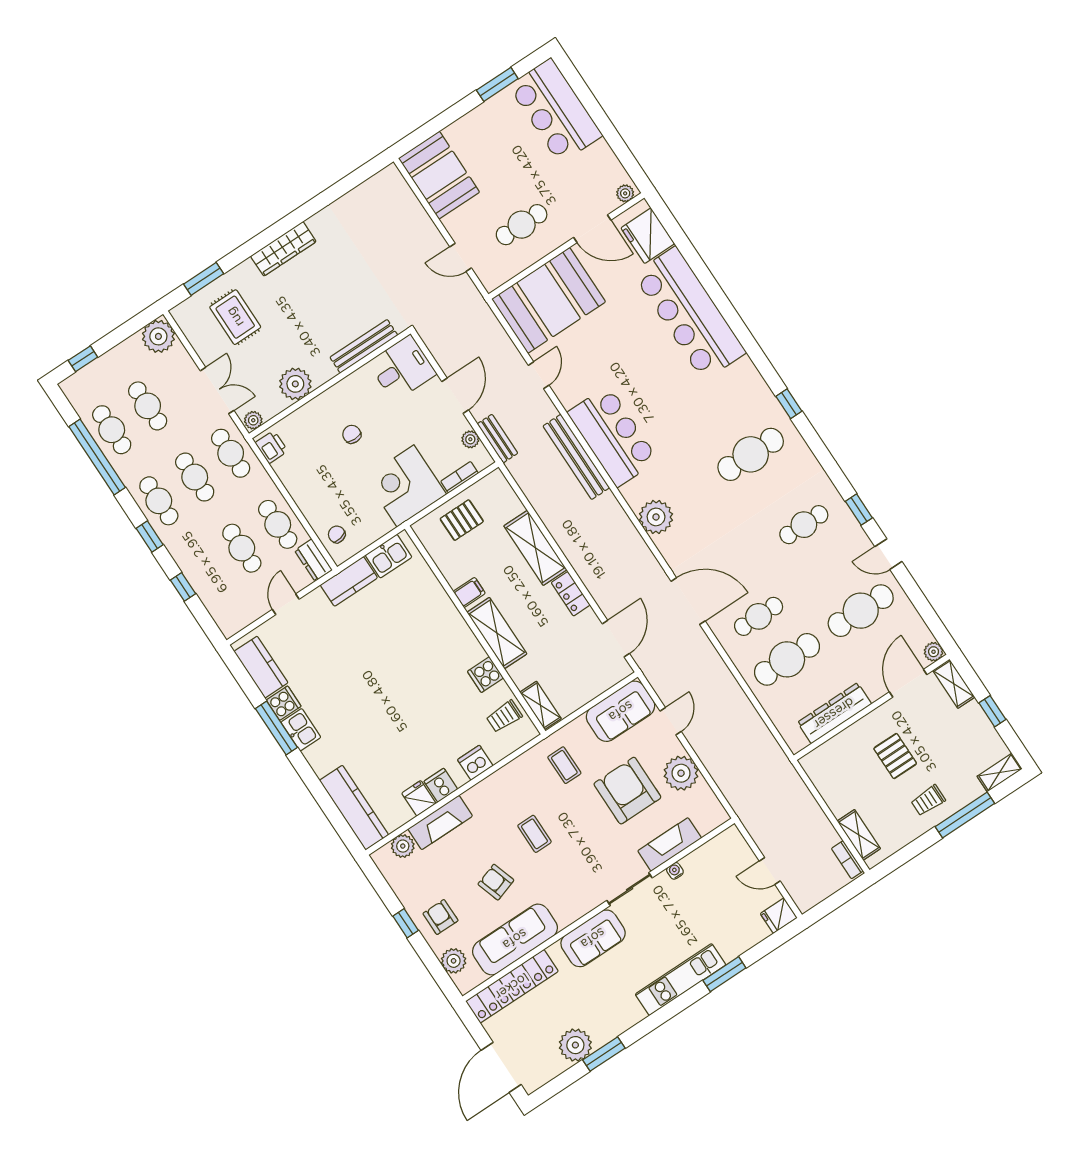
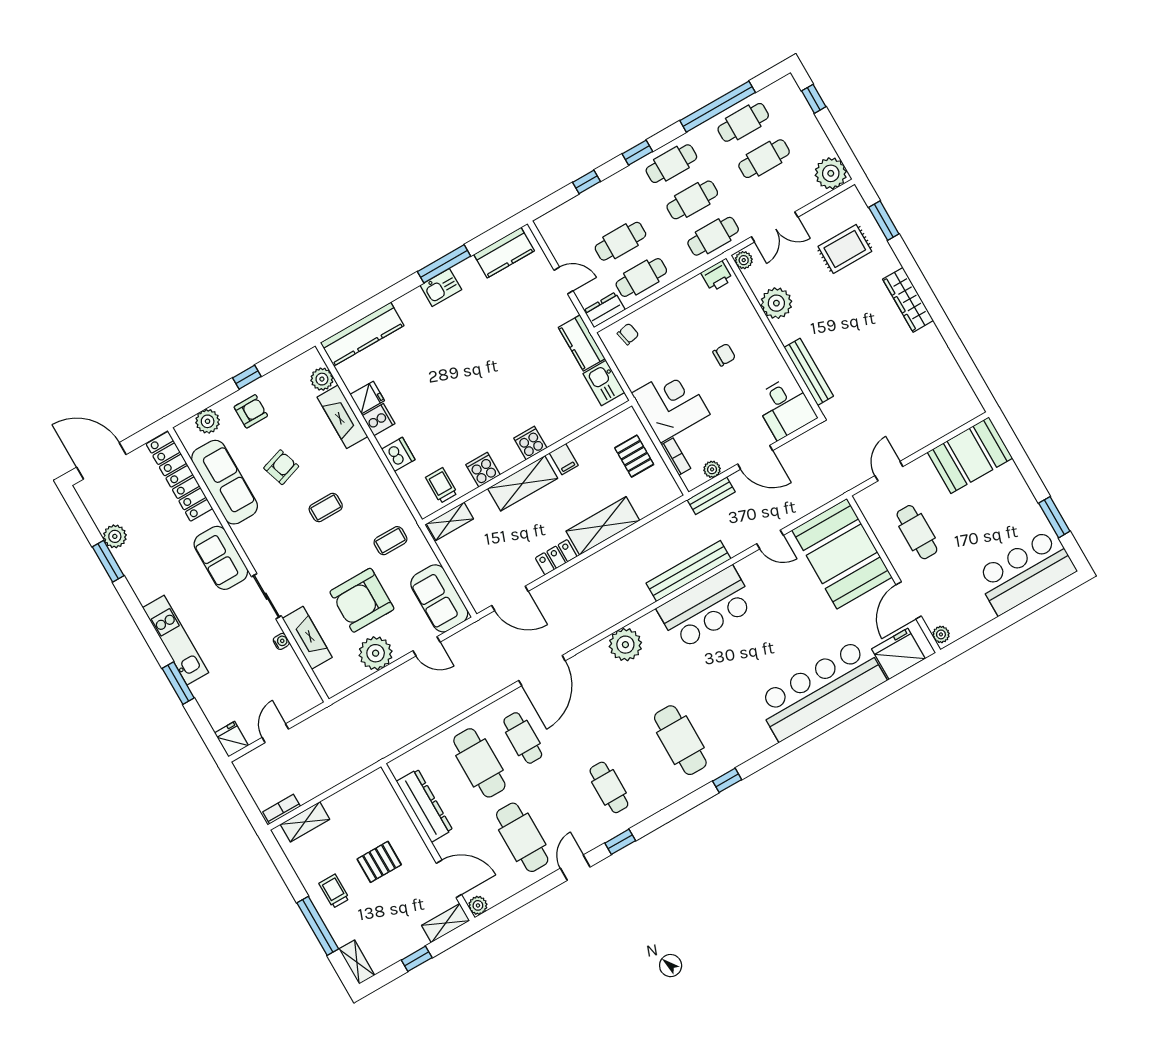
cooker: (284, 703) -> (530, 443), moved, turned 180
armchair: (627, 791) -> (362, 600), turned 180
plant: (575, 1045) -> (115, 536), width x0.73, depth x0.73

